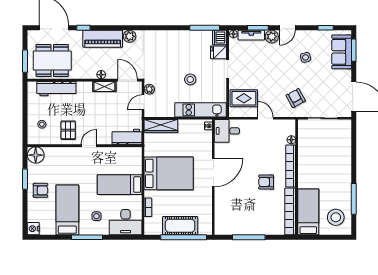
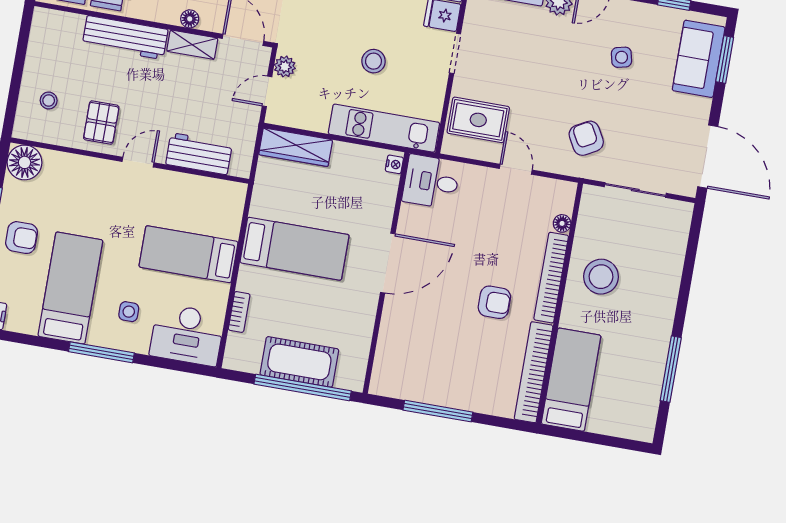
workbench: (56, 89) -> (125, 38), moved
workbench: (127, 137) -> (199, 154), moved
bed: (169, 173) -> (295, 249), width x0.67
armchair: (266, 182) -> (494, 302), turned 180
stool: (336, 217) -> (601, 277), moved

